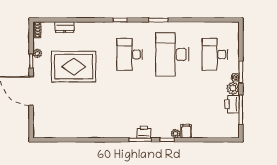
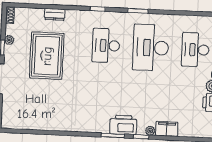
dresser: (65, 27) -> (55, 14), moved
rug: (74, 67) -> (47, 56), turned 90
filing cabinet: (186, 131) -> (167, 129), width x2.00
printer: (144, 132) -> (123, 125), width x1.87, depth x1.48

